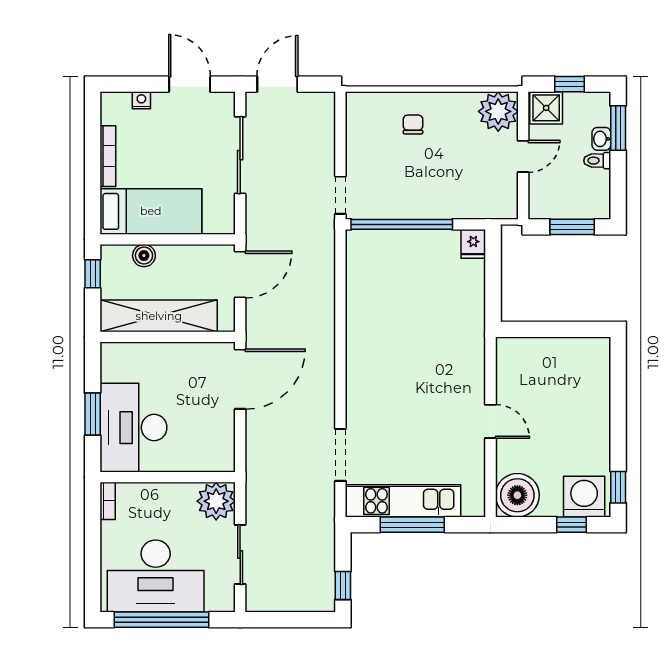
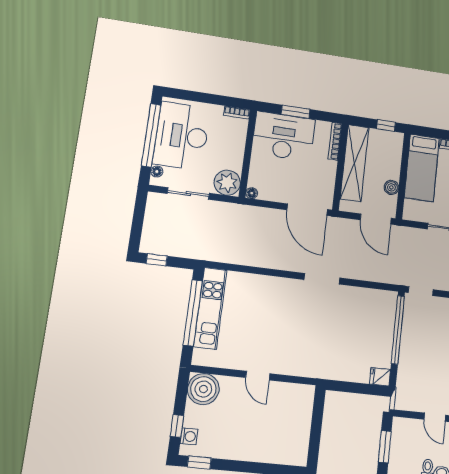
boiler: (144, 256) -> (391, 187), moved
bookcase: (129, 349) -> (335, 141), added
door: (490, 421) -> (258, 376), hinge flipped
doorway: (340, 455) -> (322, 279), moved
floor lamp: (227, 464) -> (252, 193), added
washing machine: (584, 497) -> (189, 436), width x0.53, depth x0.53
window: (412, 525) -> (193, 313), width x1.46
floor lamp: (214, 604) -> (157, 172), added

